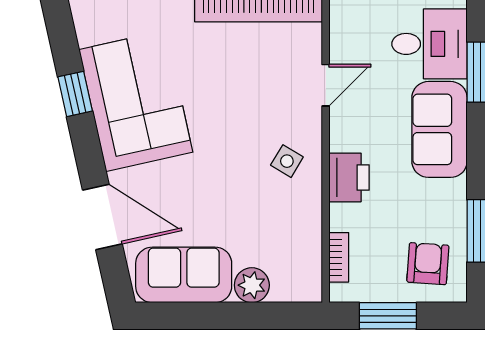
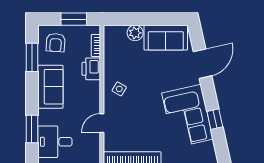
sofa: (439, 129) -> (50, 87), moved
printer: (349, 177) -> (91, 69), moved
door: (102, 217) -> (202, 64), swing flipped

